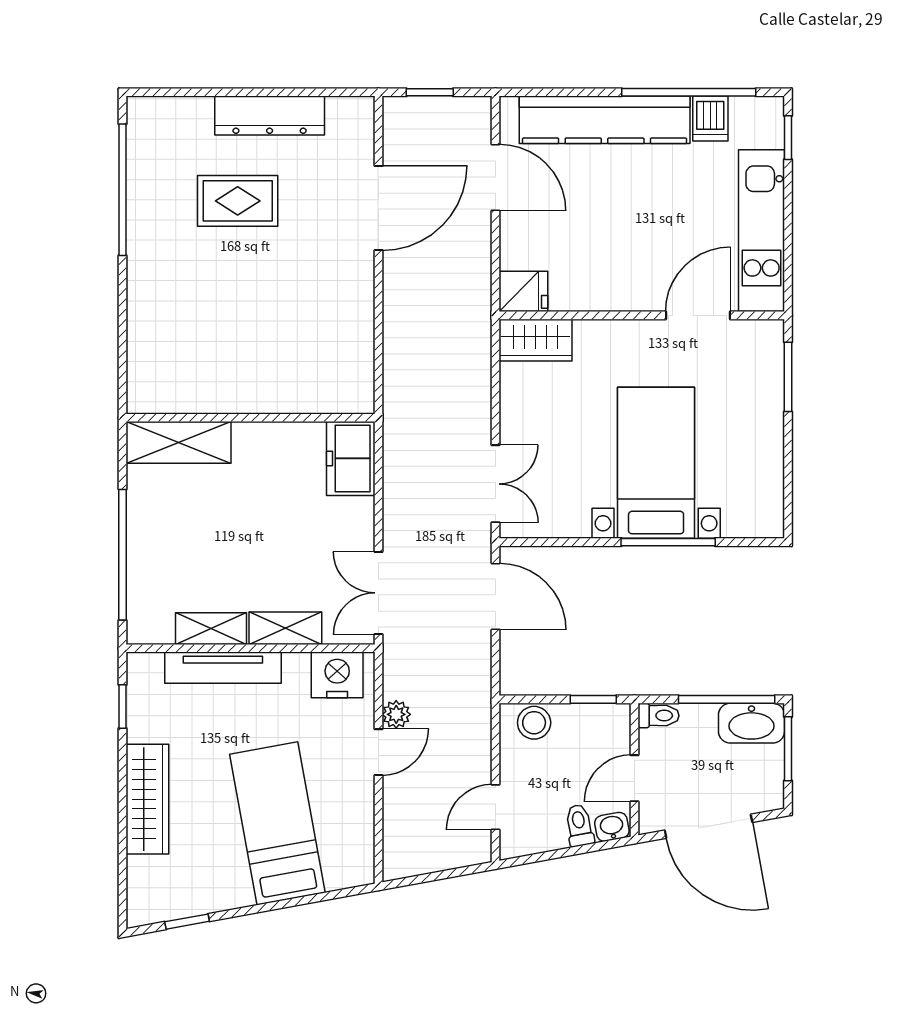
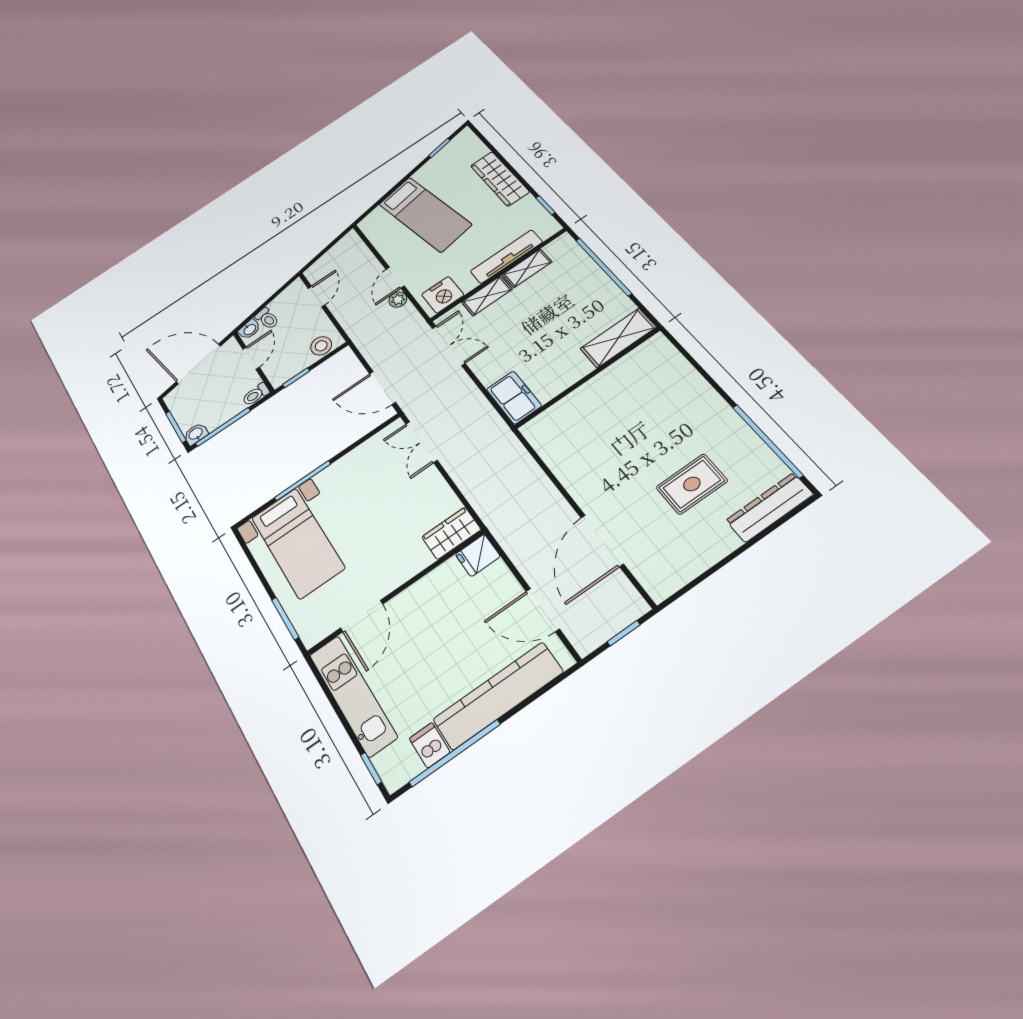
dresser: (270, 115) -> (770, 507), moved
bed with nightstands: (656, 463) -> (298, 543), moved
washbasin: (751, 723) -> (196, 434), width x0.52, depth x0.69

